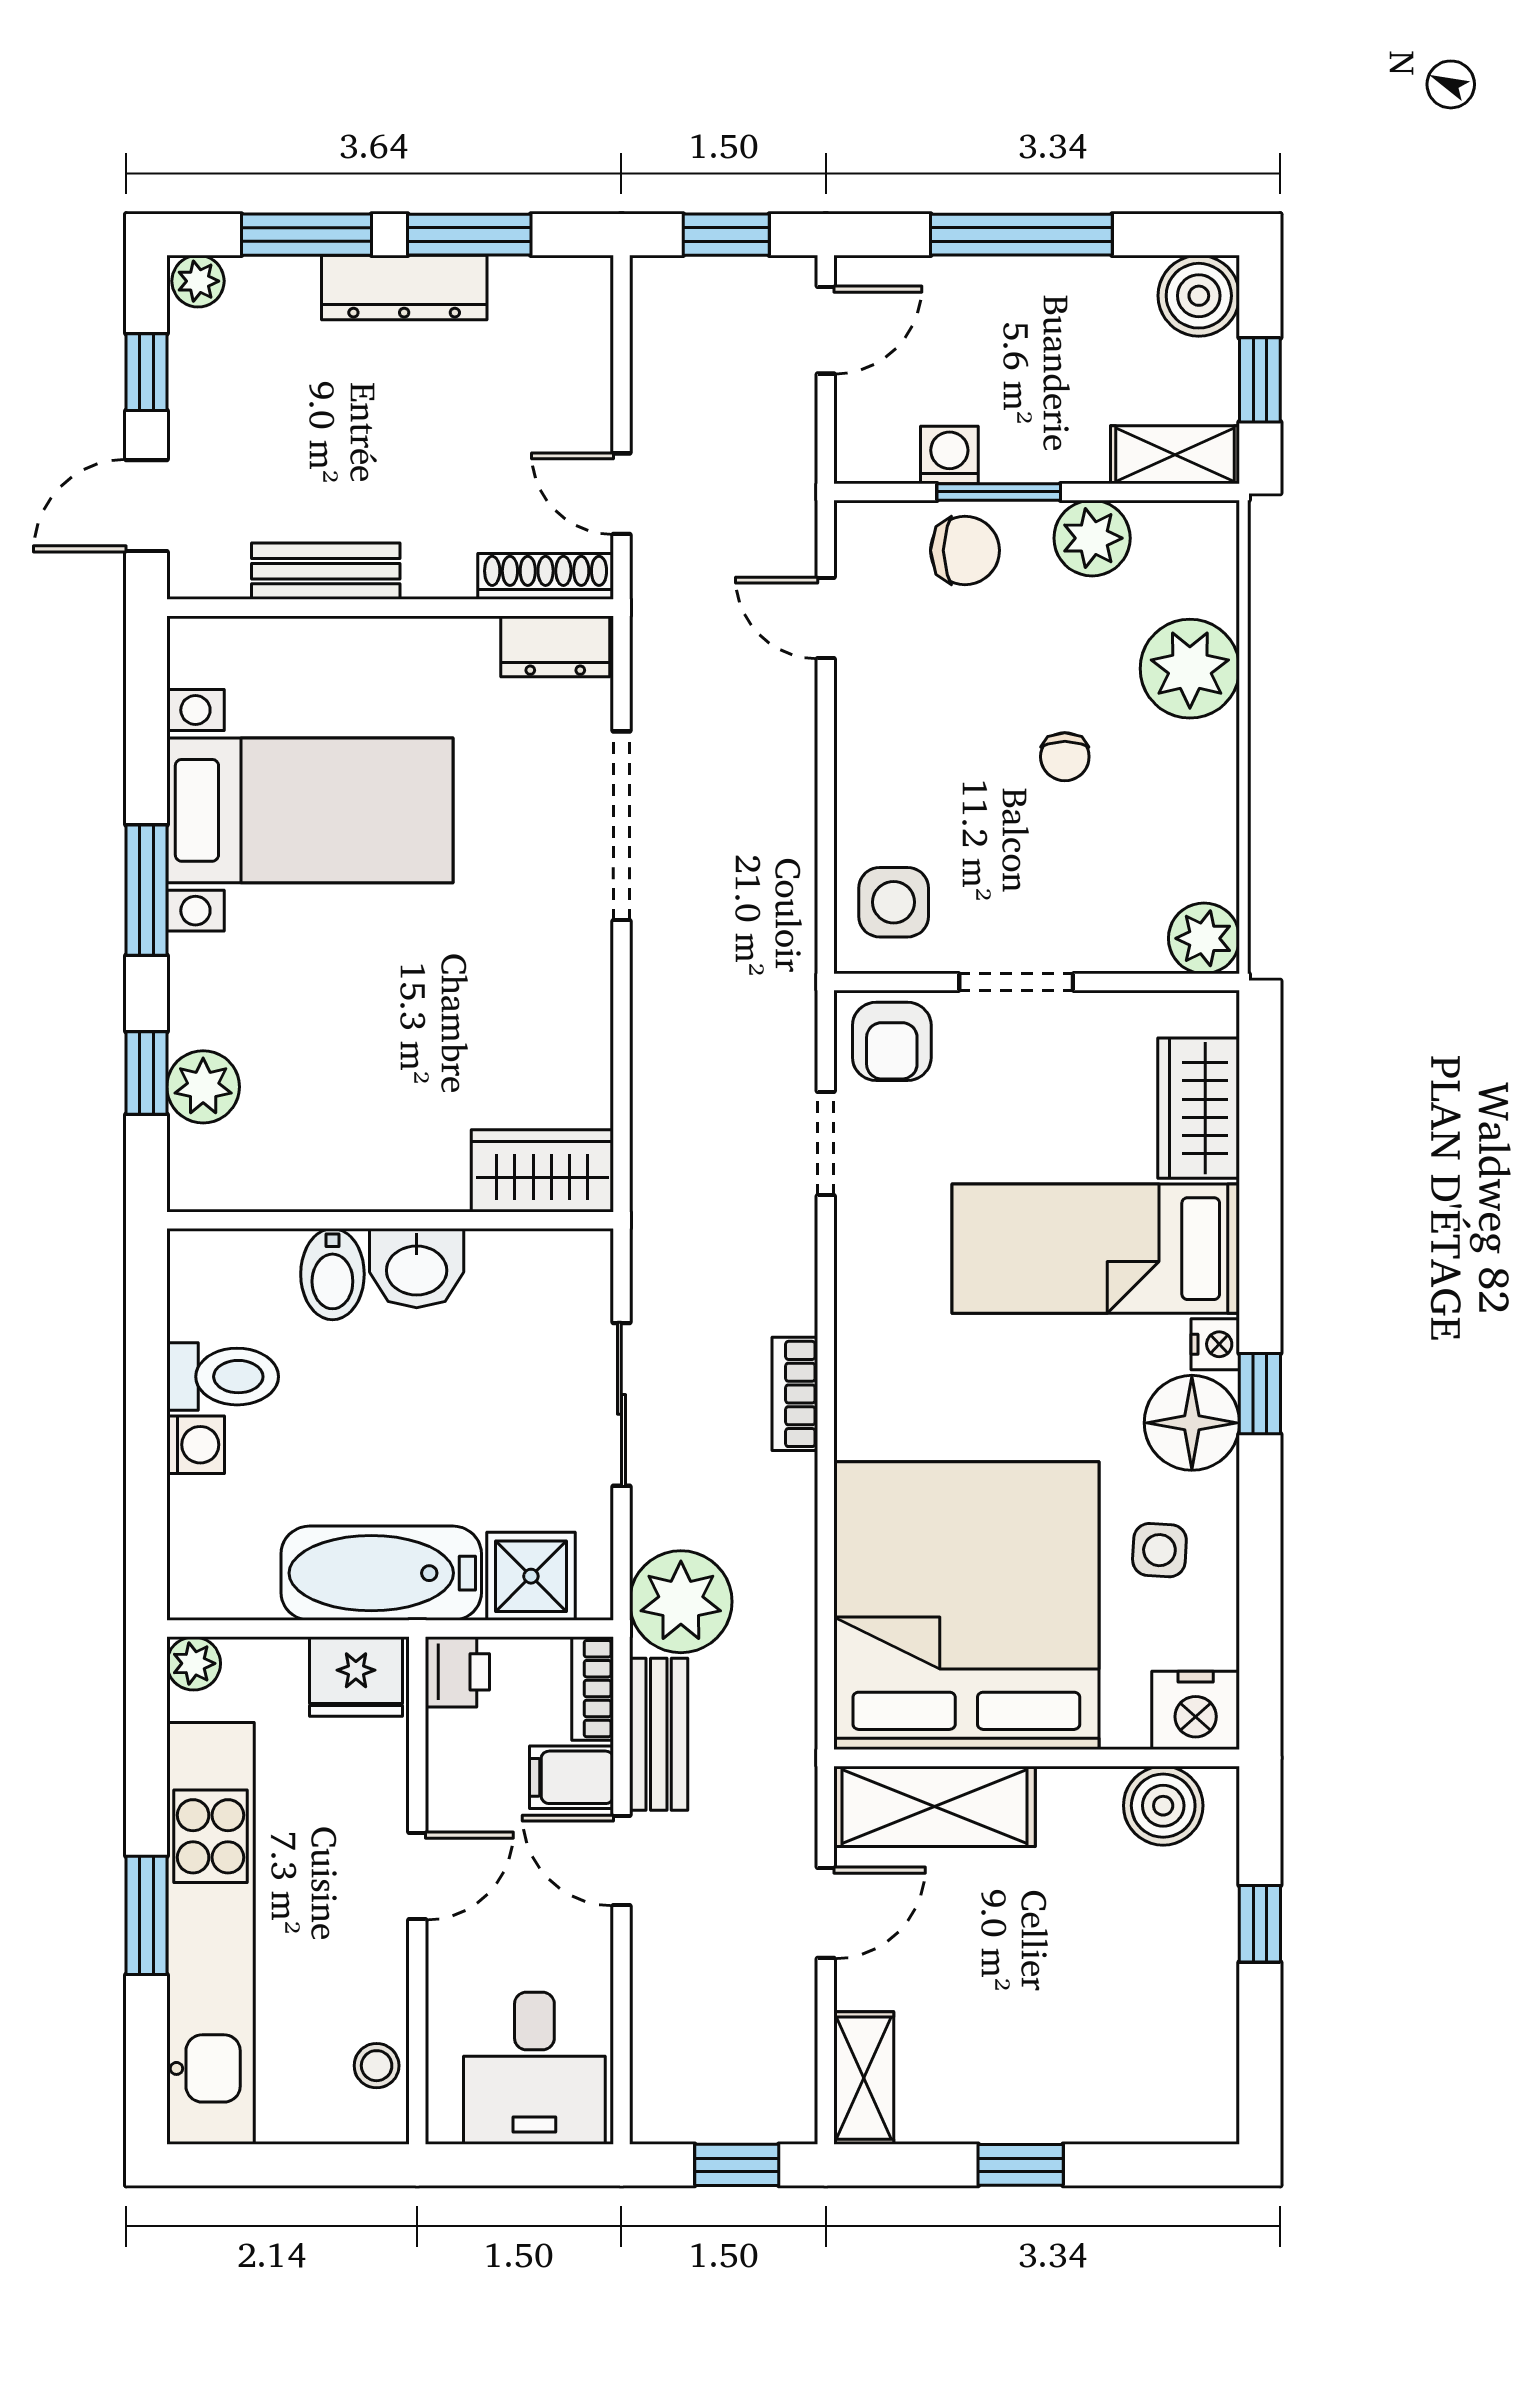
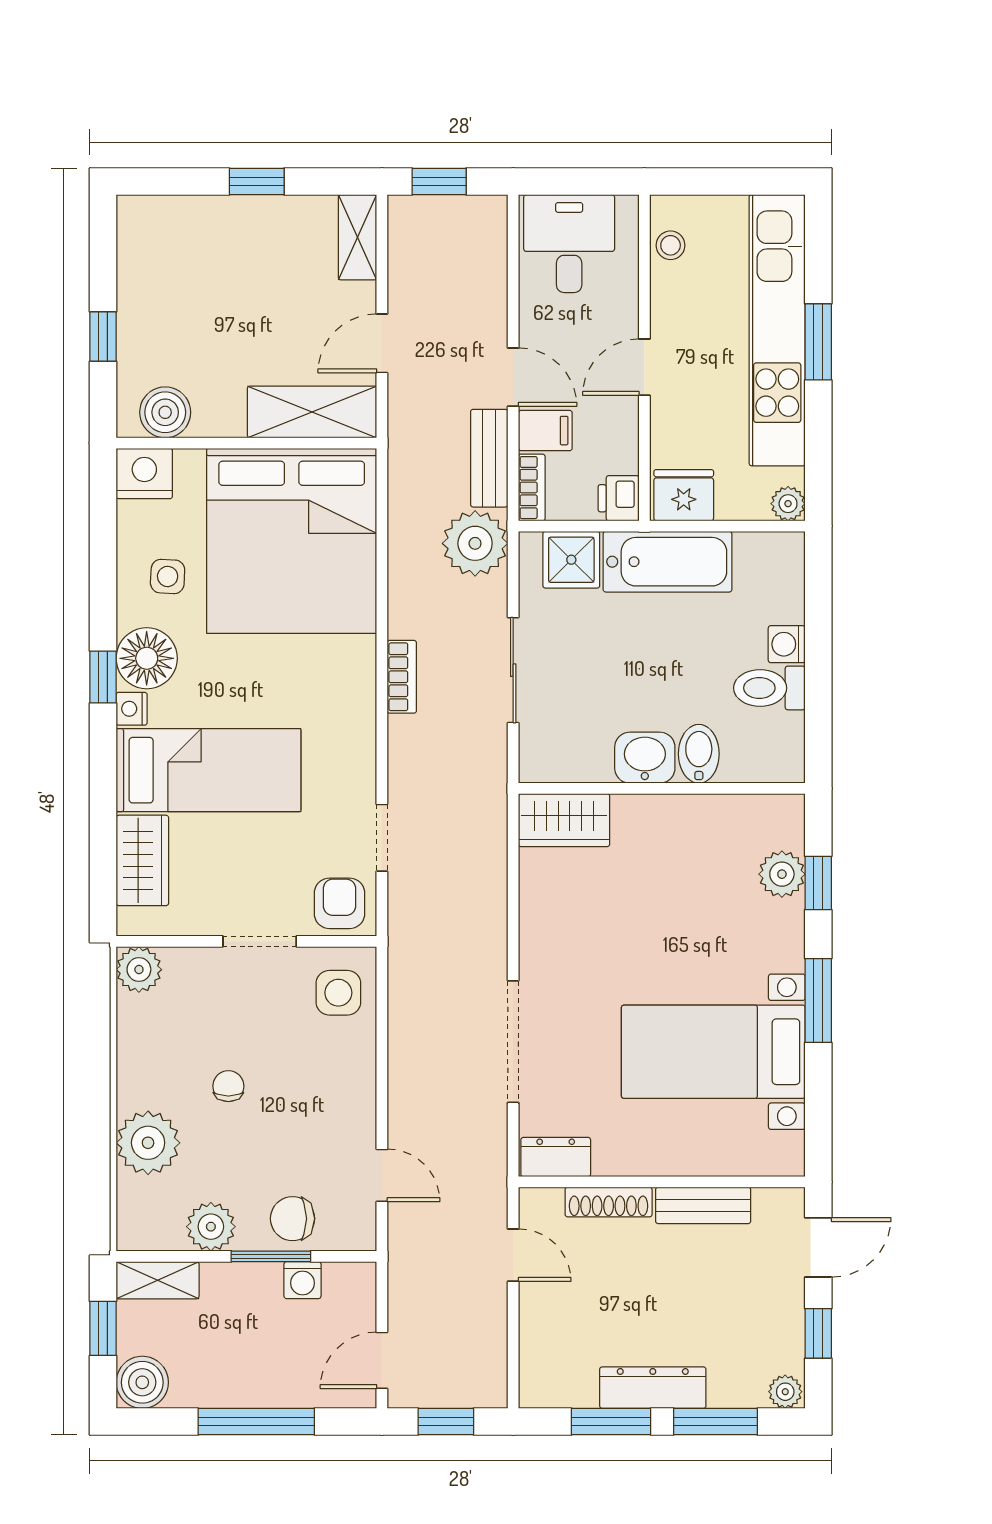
shoe rack: (546, 576) -> (609, 1202), moved

